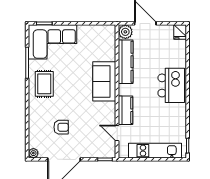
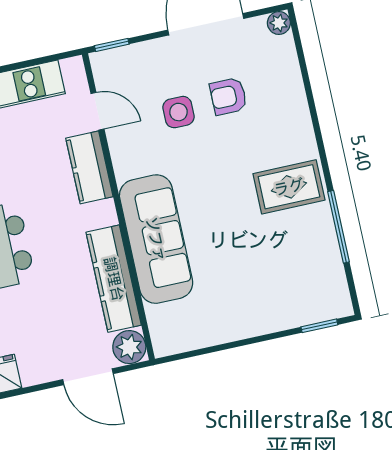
corner sofa: (53, 42) -> (291, 288), removed
sofa: (104, 81) -> (156, 239), width x1.36
rug: (44, 84) -> (289, 187), turned 90
side table: (83, 125) -> (178, 112), added

